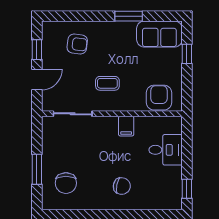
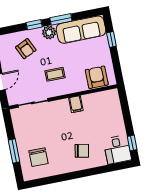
window: (94, 16) -> (34, 25), added
plant: (110, 29) -> (49, 32), added
sofa: (159, 34) -> (81, 30), width x1.36
armchair: (77, 44) -> (26, 49), turned 58
desk: (166, 150) -> (117, 150), moved, turned 90

